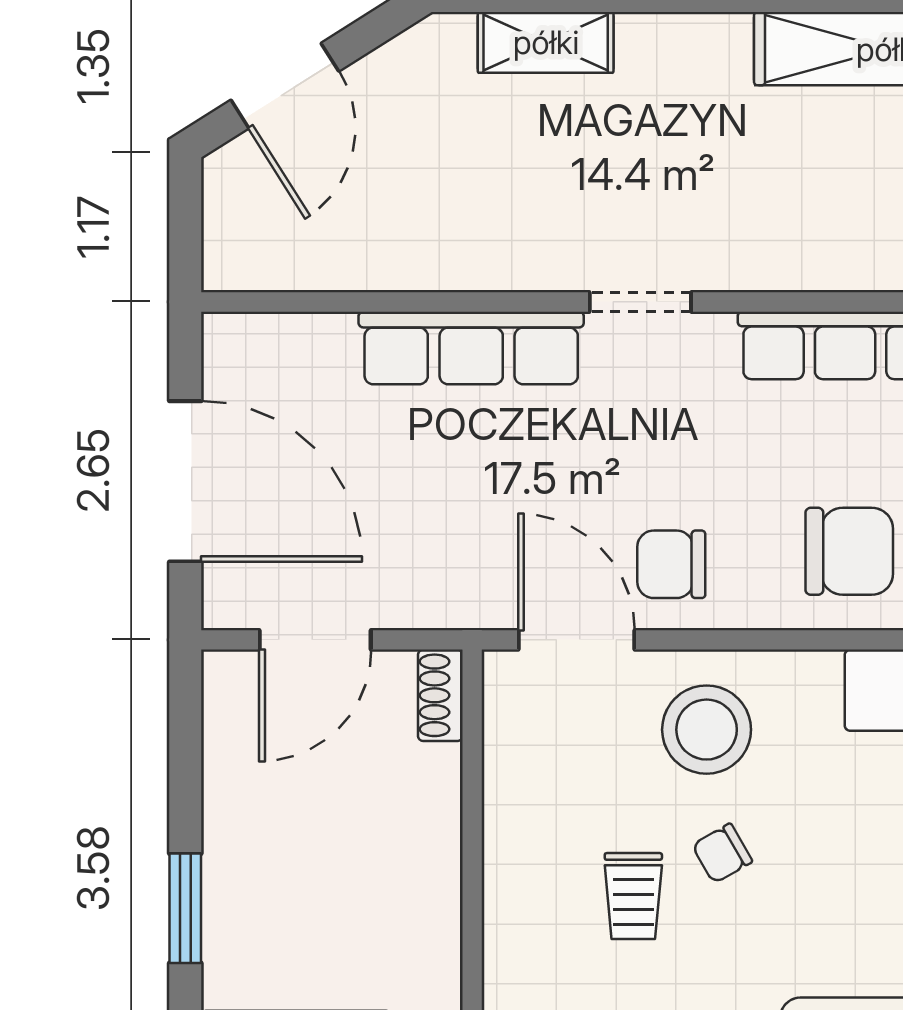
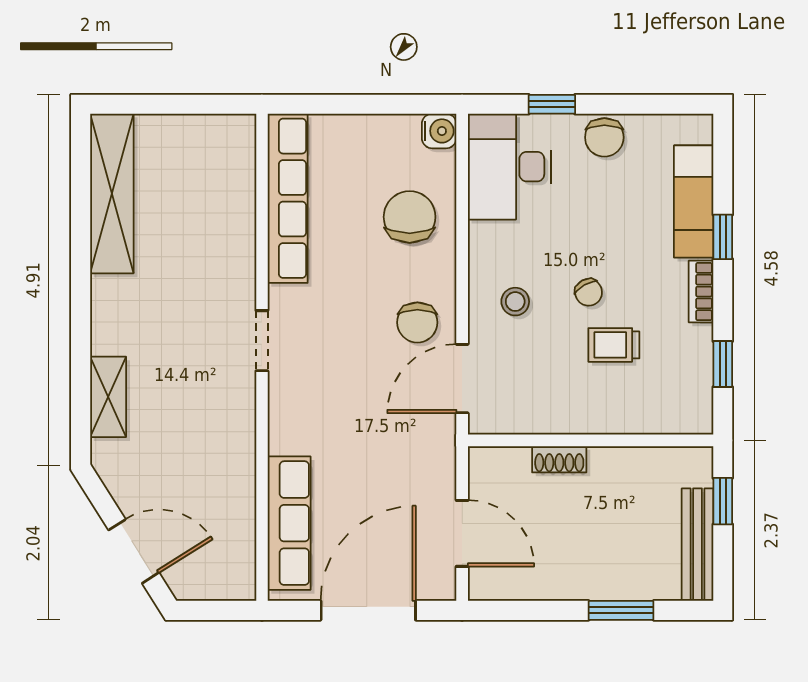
row of seats: (471, 348) -> (289, 523), moved
shoe rack: (440, 695) -> (559, 459), moved
stool: (707, 730) -> (515, 302), width x0.53, depth x0.53
trolley: (633, 896) -> (614, 345), turned 180

